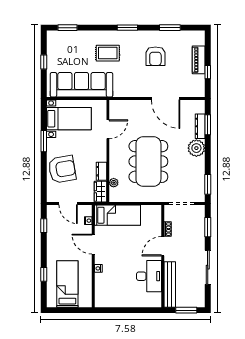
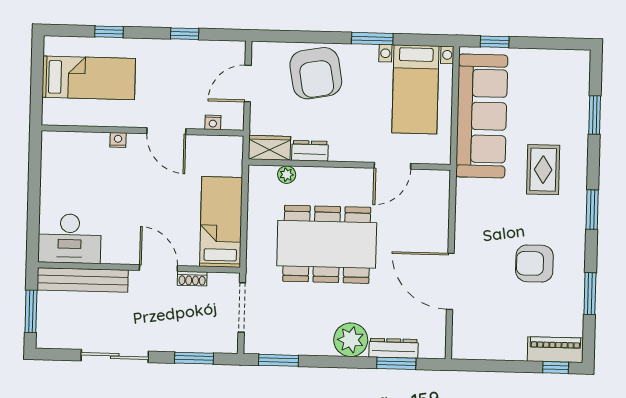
window: (68, 28) -> (595, 115), moved
piano: (199, 60) -> (555, 350), moved
window: (44, 62) -> (495, 42), moved
window: (208, 72) -> (556, 368), moved
door: (166, 98) -> (450, 281), hinge flipped
door: (108, 129) -> (392, 166), hinge flipped
bed: (117, 215) -> (221, 222), moved, turned 180
window: (44, 226) -> (185, 34), moved
door: (93, 244) -> (166, 131), swing flipped
desk: (149, 276) -> (70, 239), moved

